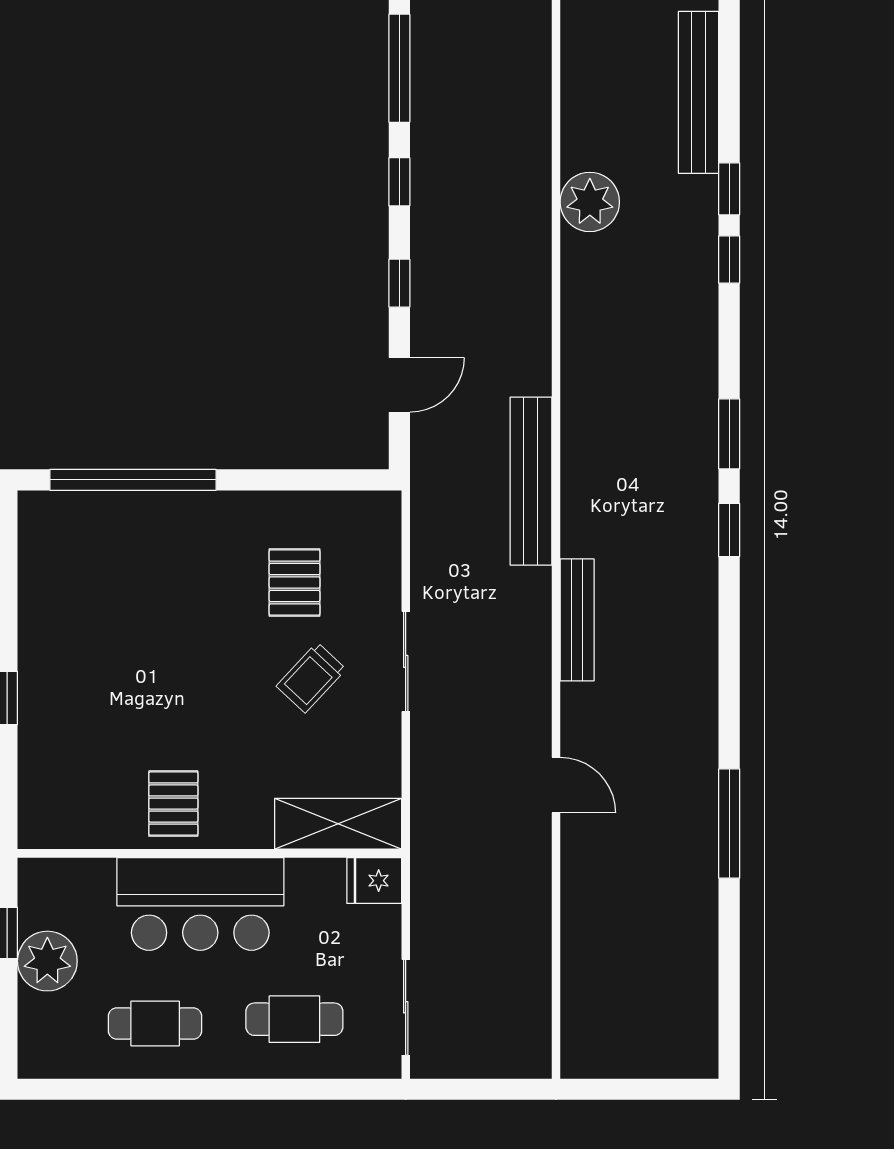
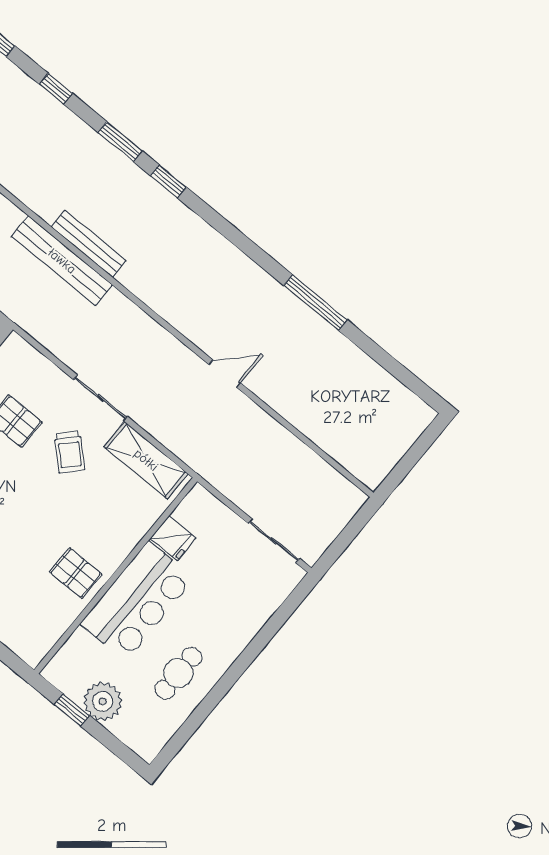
window: (729, 260) -> (56, 89), moved
bench: (577, 620) -> (89, 244), moved
shelving: (338, 824) -> (146, 460), moved, turned 90
fridge: (374, 881) -> (173, 538), moved, turned -90
cafe table: (294, 1019) -> (234, 602), removed

